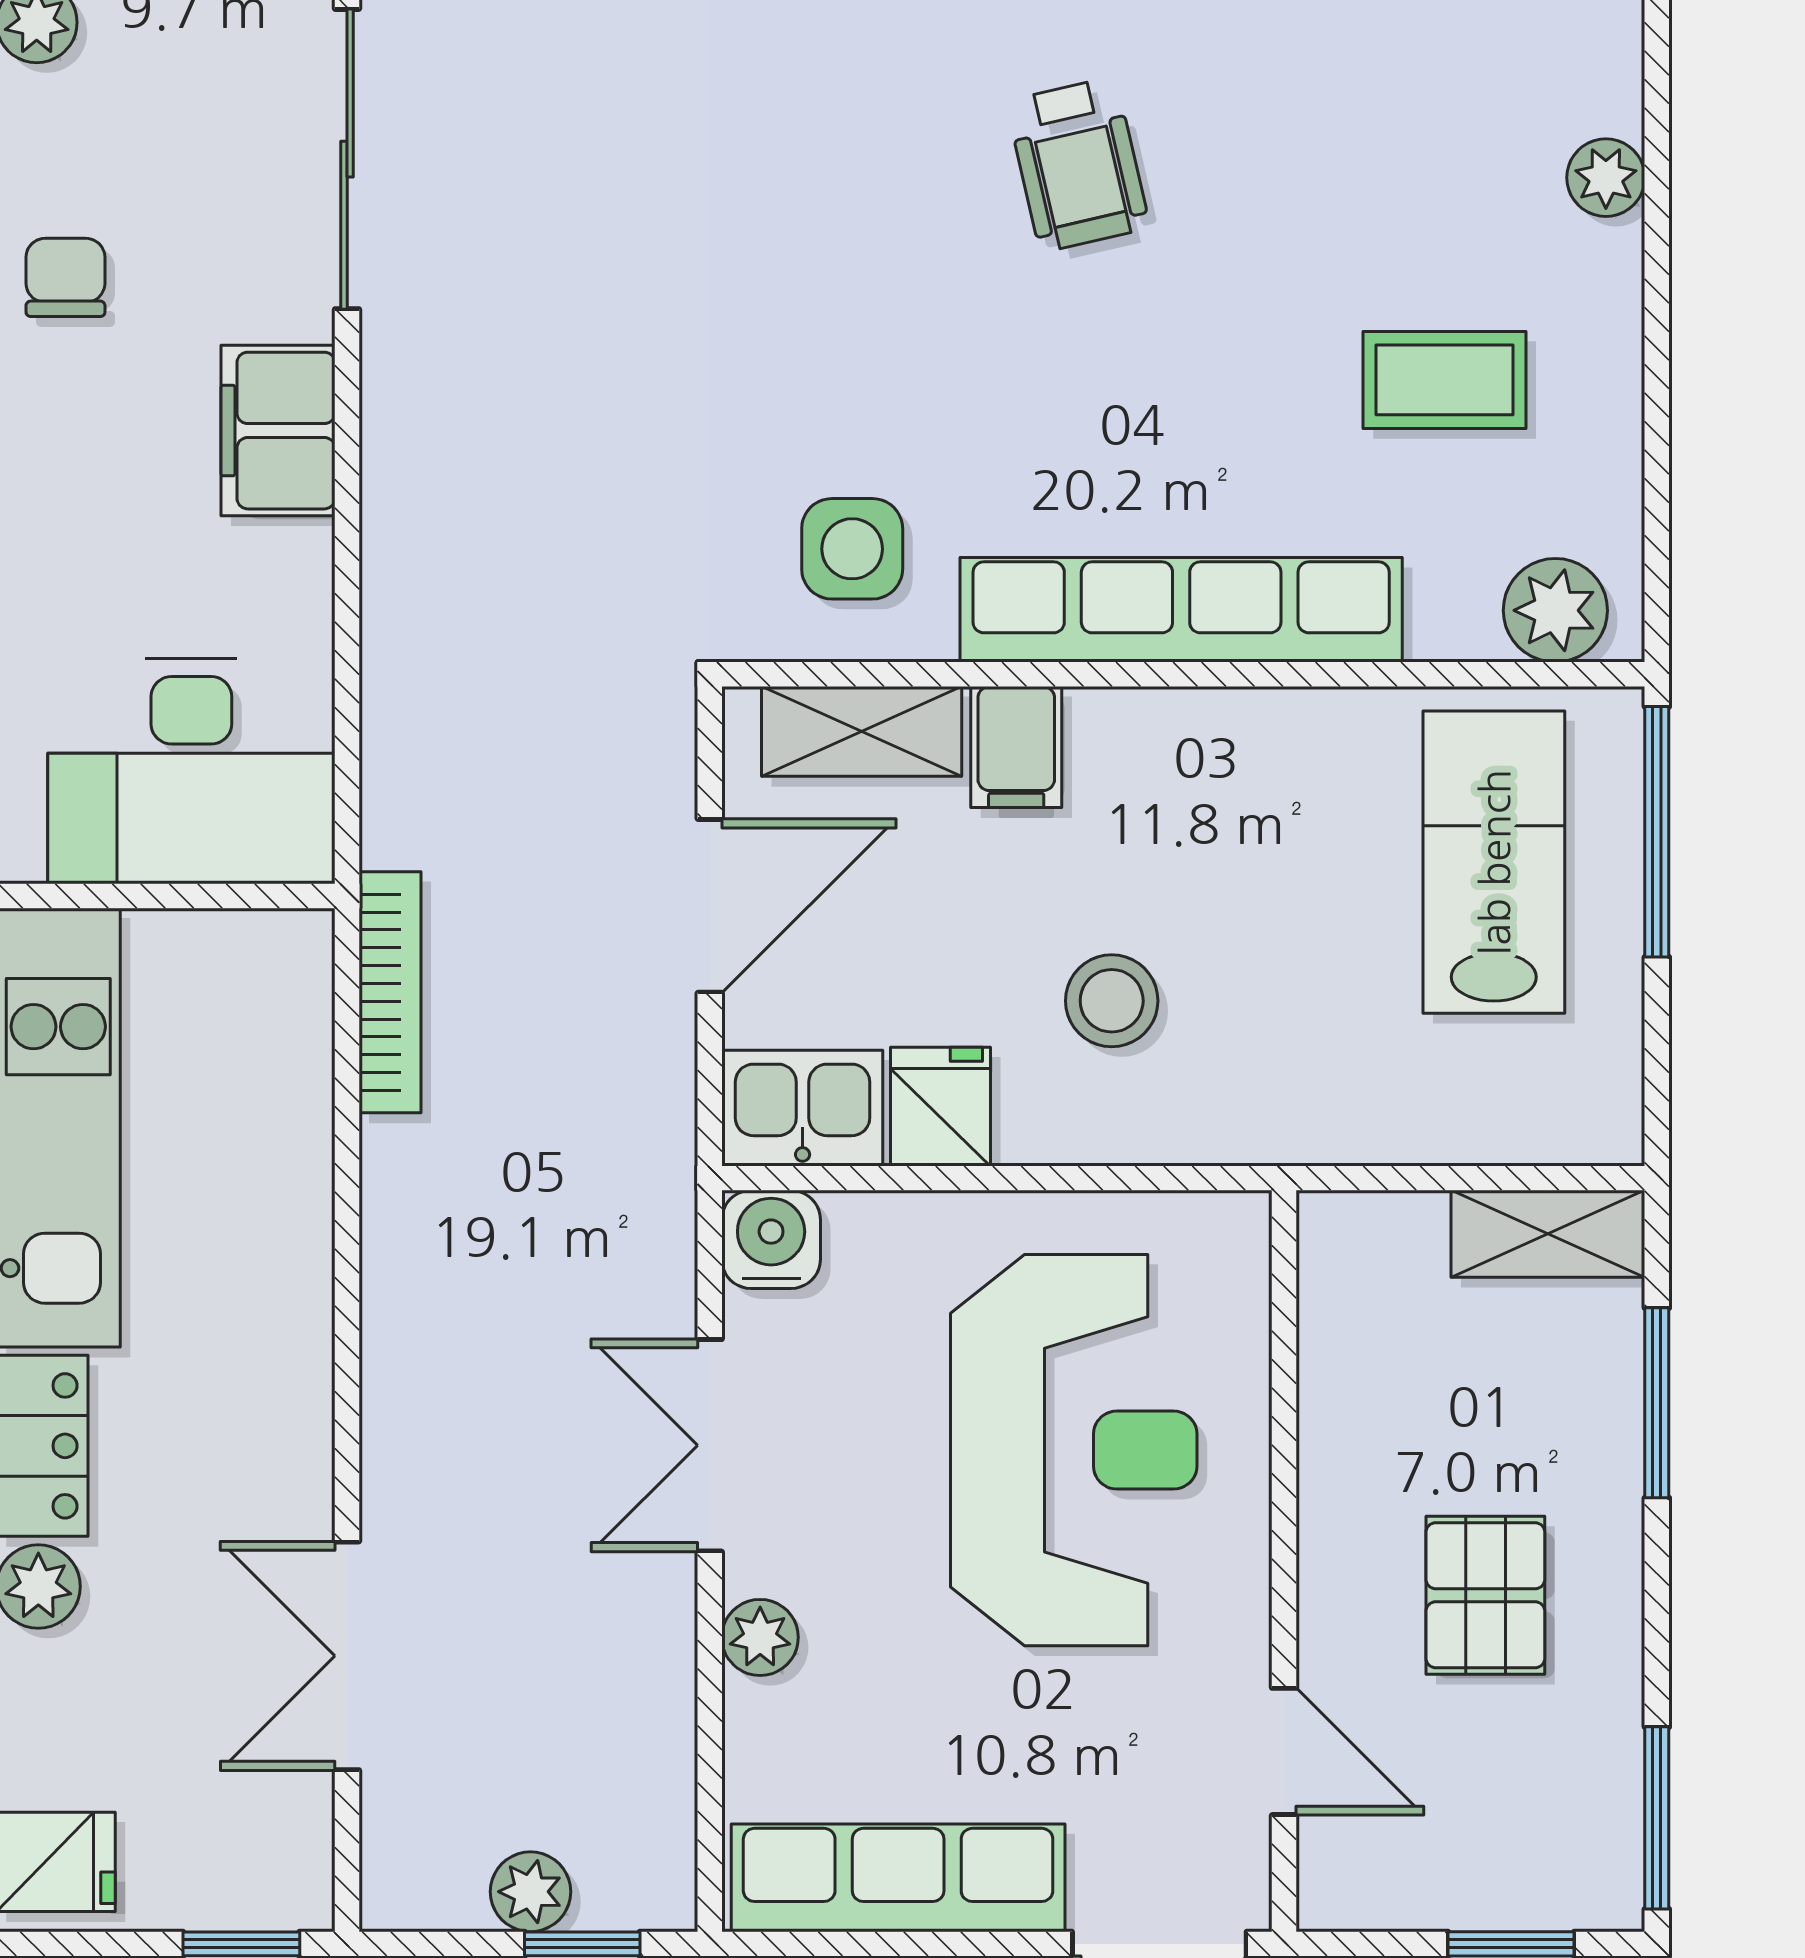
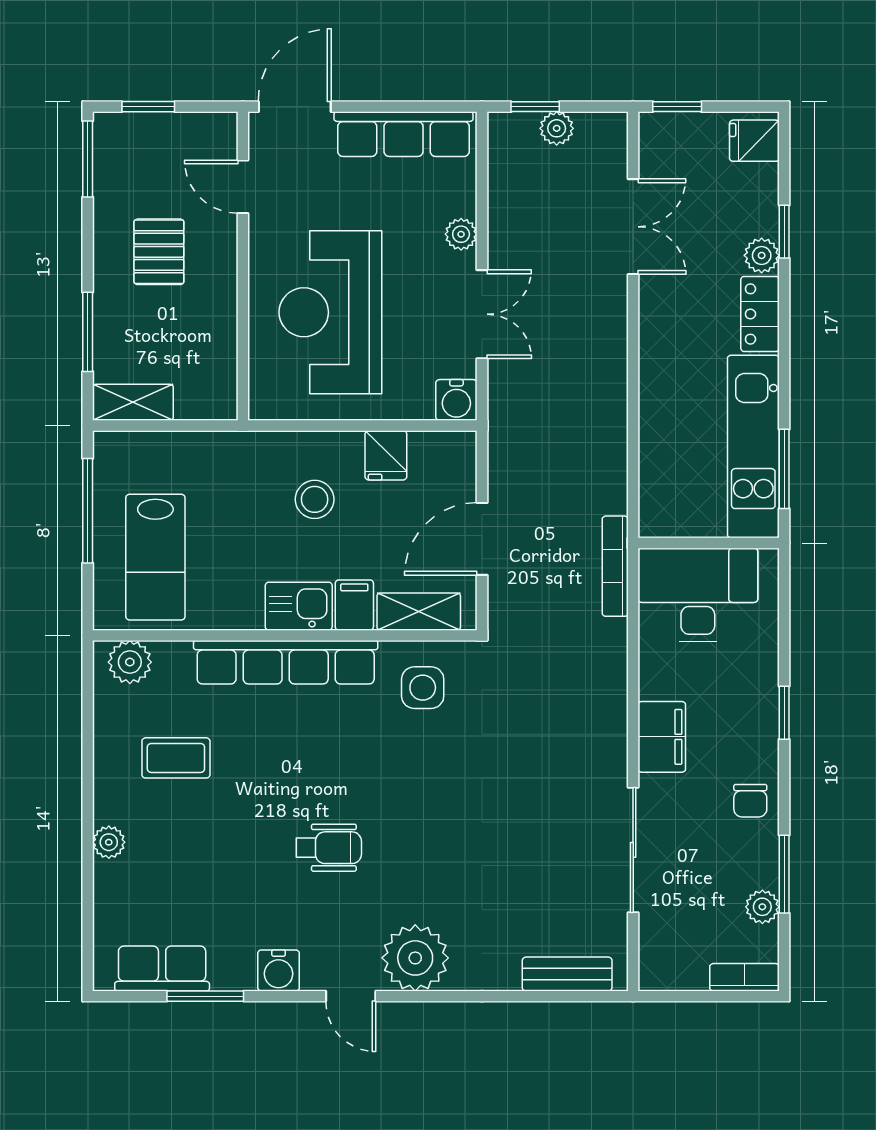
wheelchair: (1078, 164) -> (329, 848), turned 103
window: (1657, 832) -> (88, 511), moved
bookcase: (390, 992) -> (615, 566), moved
kitchen sink: (803, 1108) -> (299, 606), moved, turned 180

